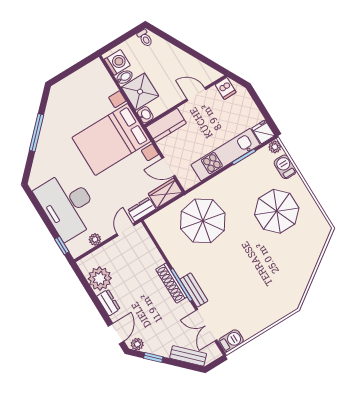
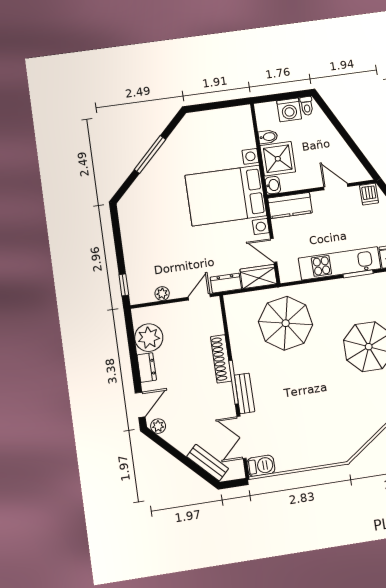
washing machine: (117, 62) -> (289, 110), moved, turned 90
desk: (68, 205) -> (149, 245), removed
shoe rack: (171, 283) -> (221, 359), moved
window: (153, 358) -> (169, 448), removed

